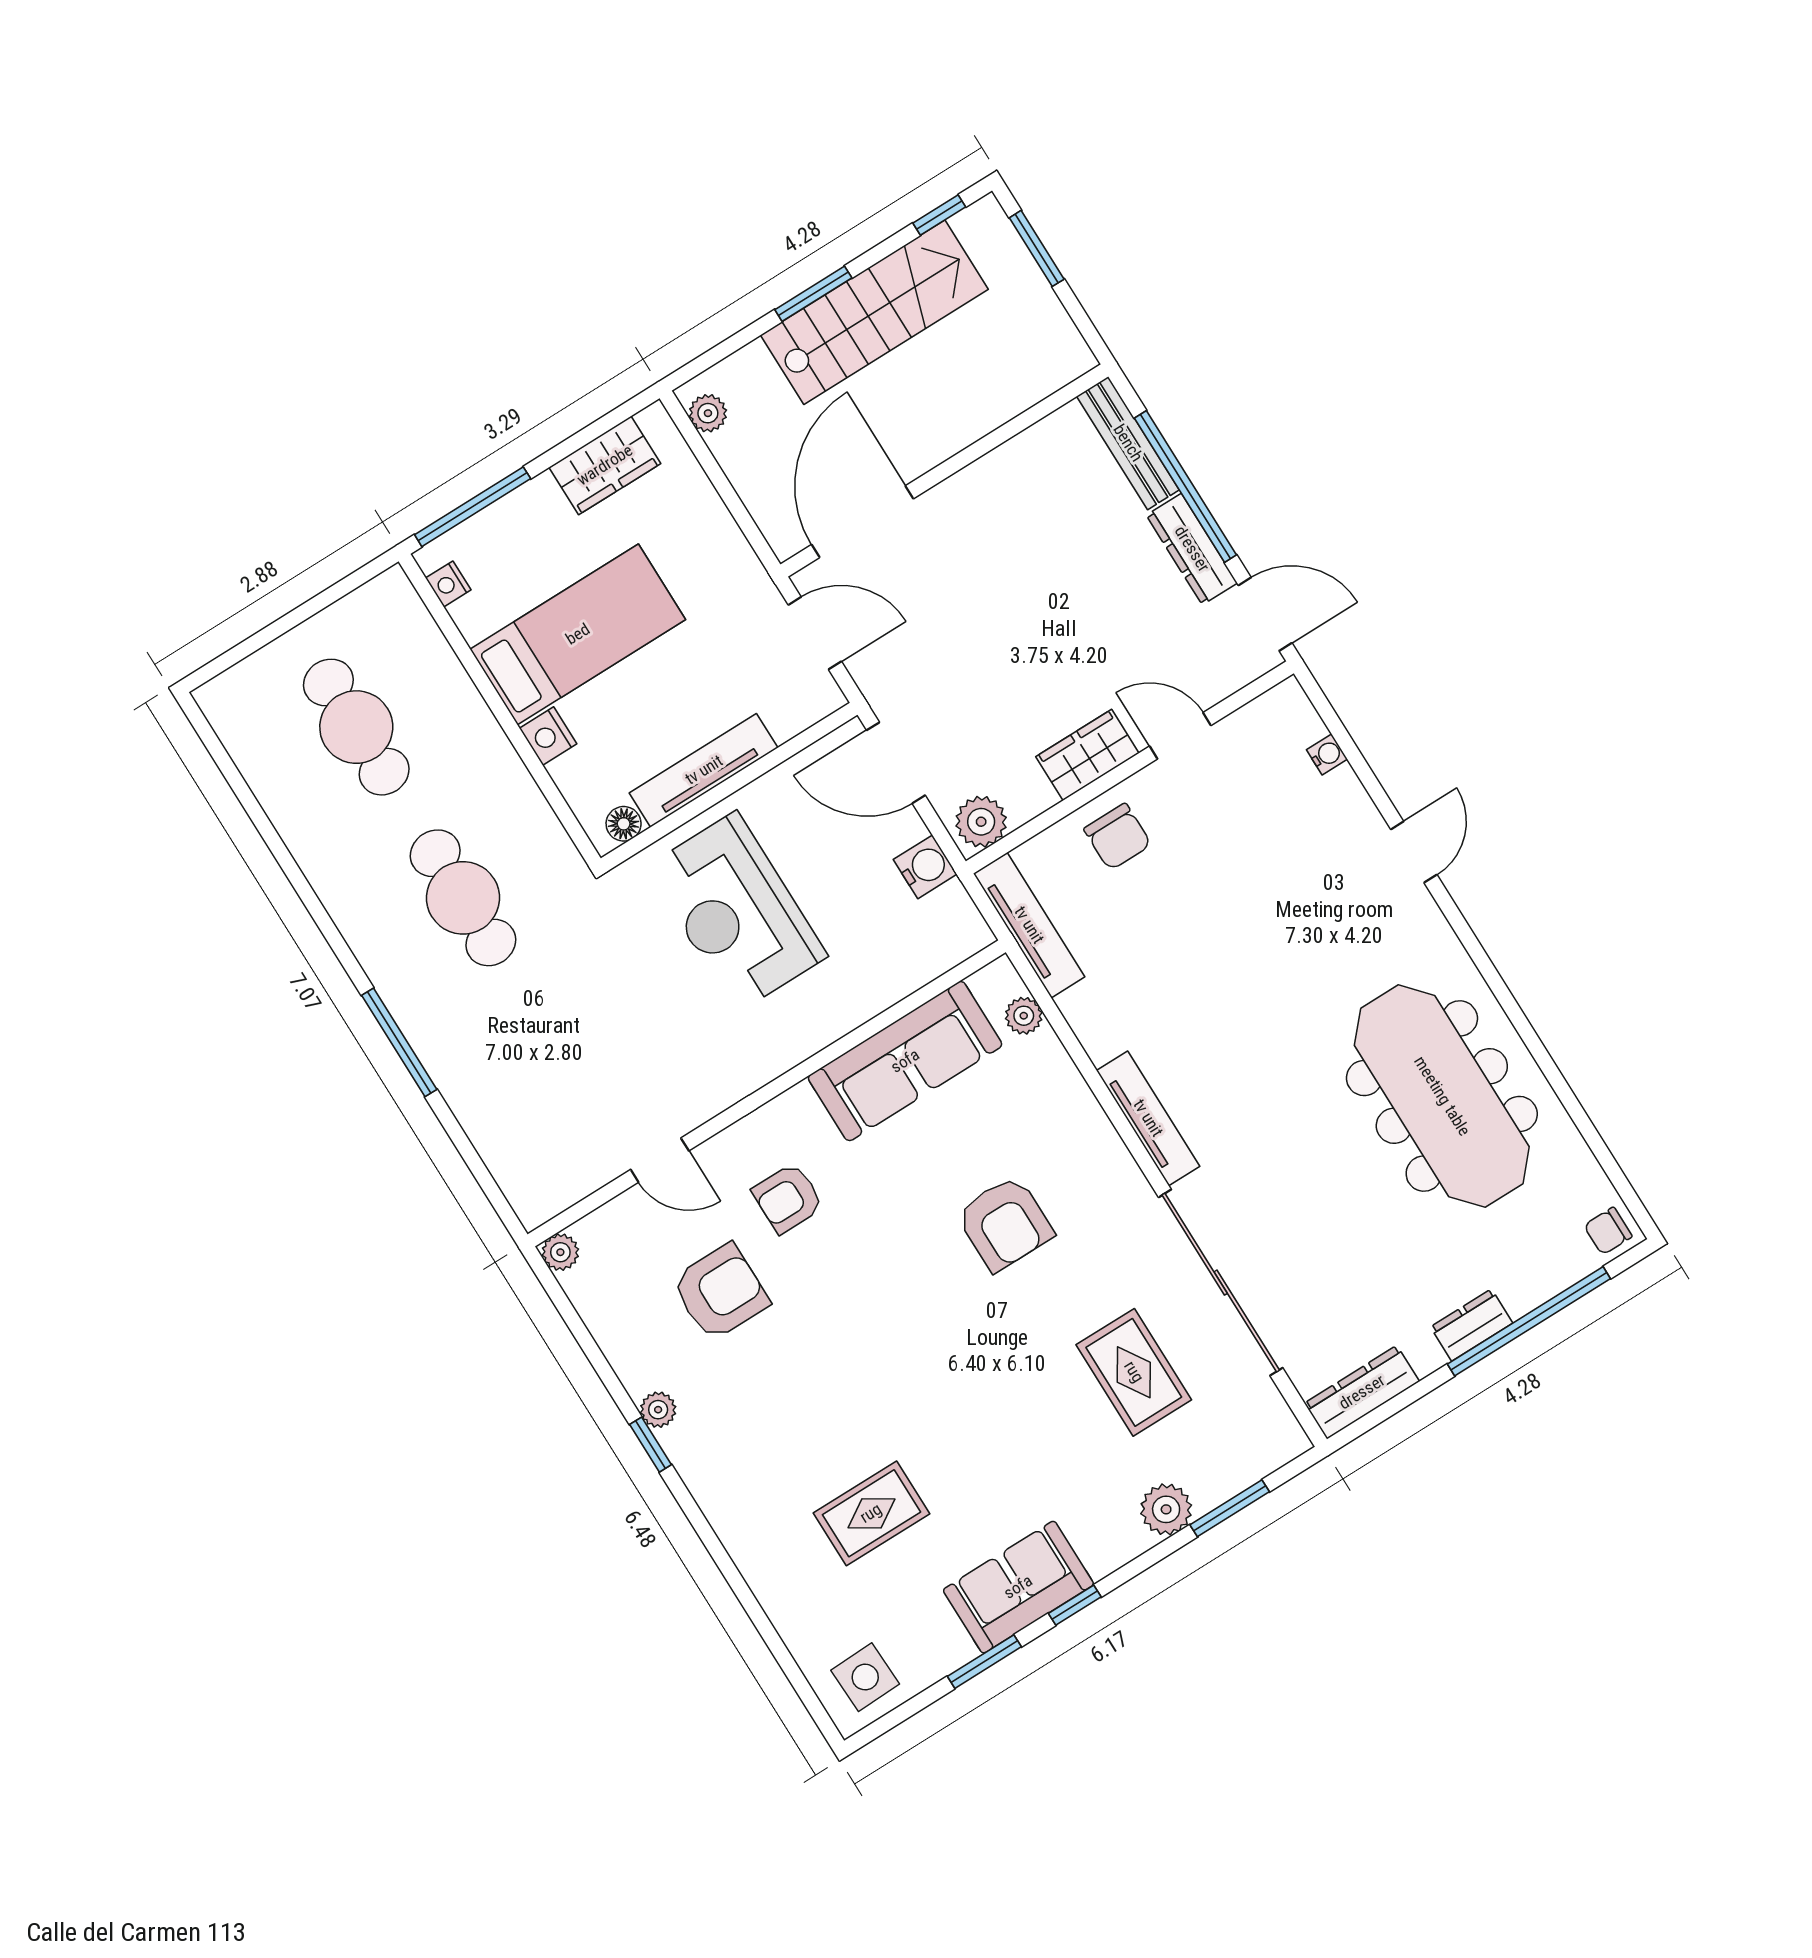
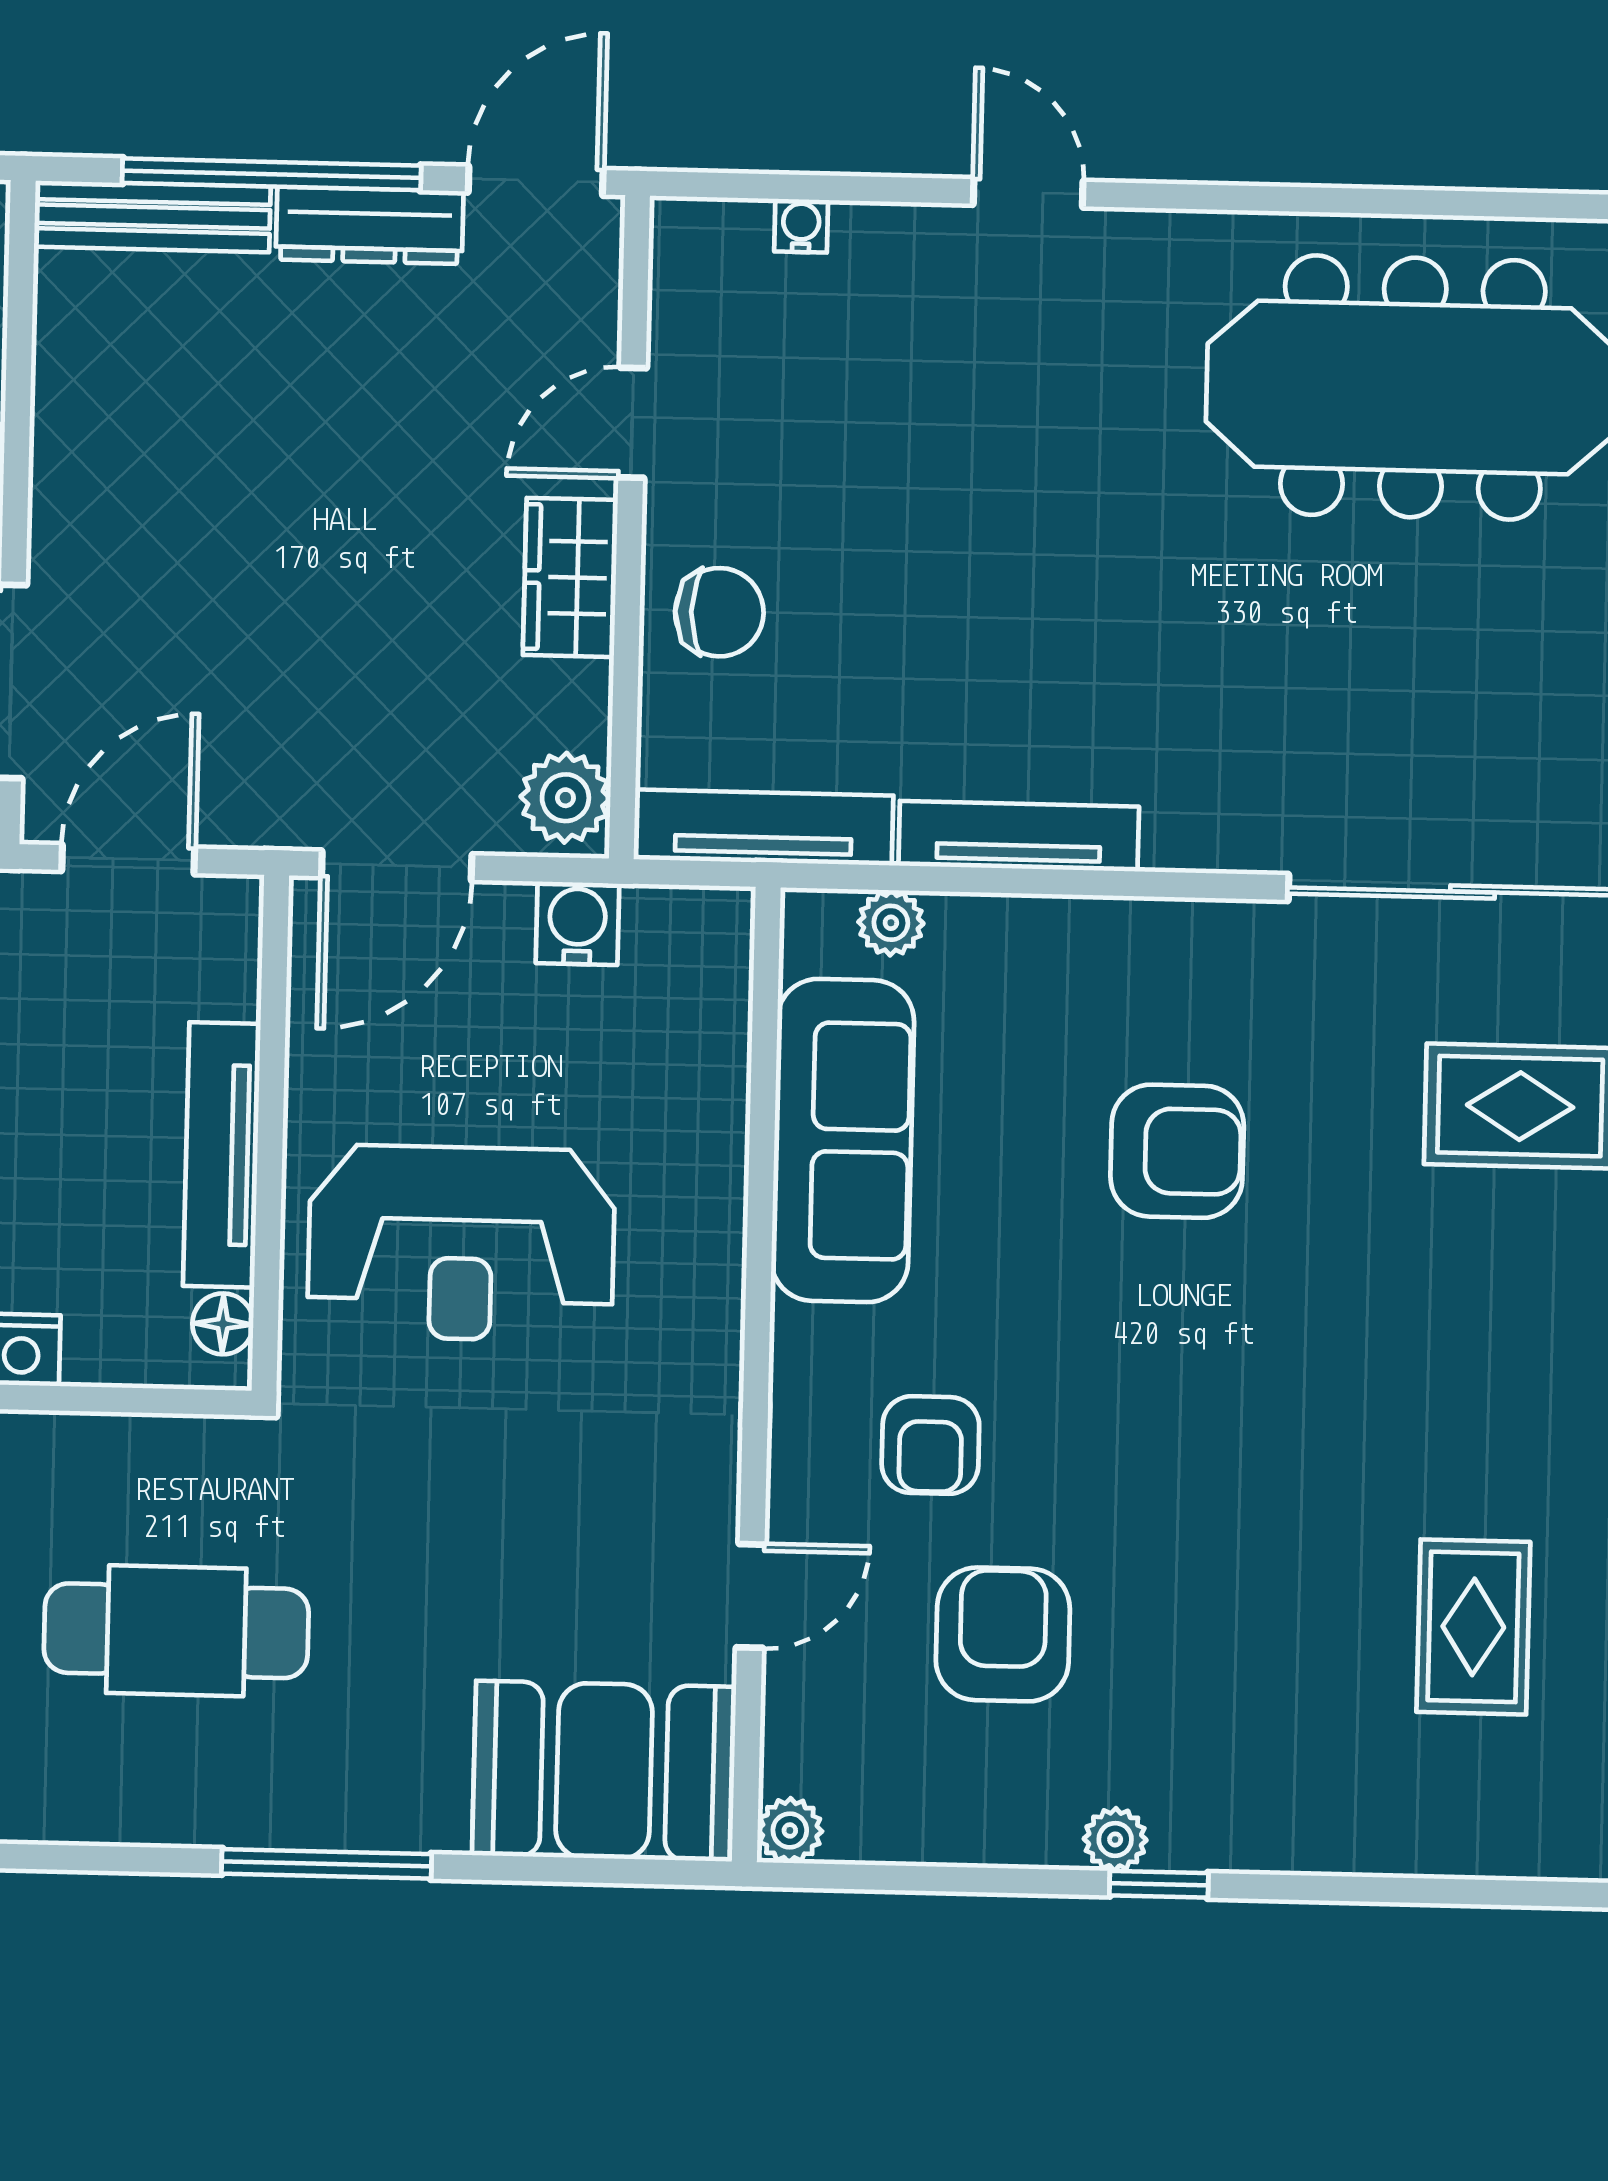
tv unit: (1148, 1118) -> (1019, 836), moved
booth: (530, 1145) -> (604, 1771), added

